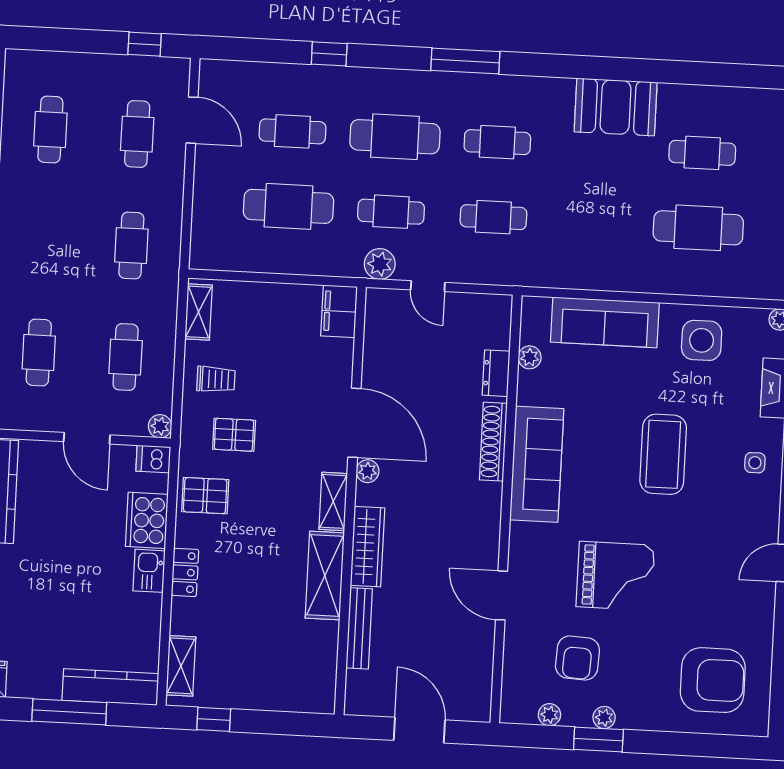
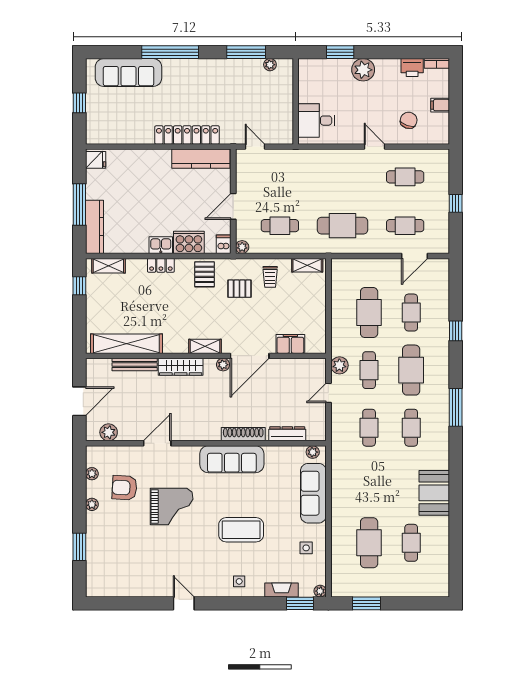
window: (145, 44) -> (456, 203), moved
cafe table: (131, 246) -> (342, 226), width x1.37, depth x1.35
filing cabinet: (339, 311) -> (290, 344), moved
side table: (702, 340) -> (306, 548), width x0.54, depth x0.54
cafe table: (39, 352) -> (280, 177), removed
plant: (530, 357) -> (313, 452), moved
dresser: (496, 373) -> (287, 434), width x1.44
pallet: (234, 435) -> (239, 289), turned 90
shelving: (325, 576) -> (126, 344), moved, width x1.47
grand piano: (615, 576) -> (172, 507), turned -90
armchair: (713, 680) -> (116, 564), removed
plant: (477, 681) -> (109, 432), added
window: (598, 740) -> (79, 547), moved

